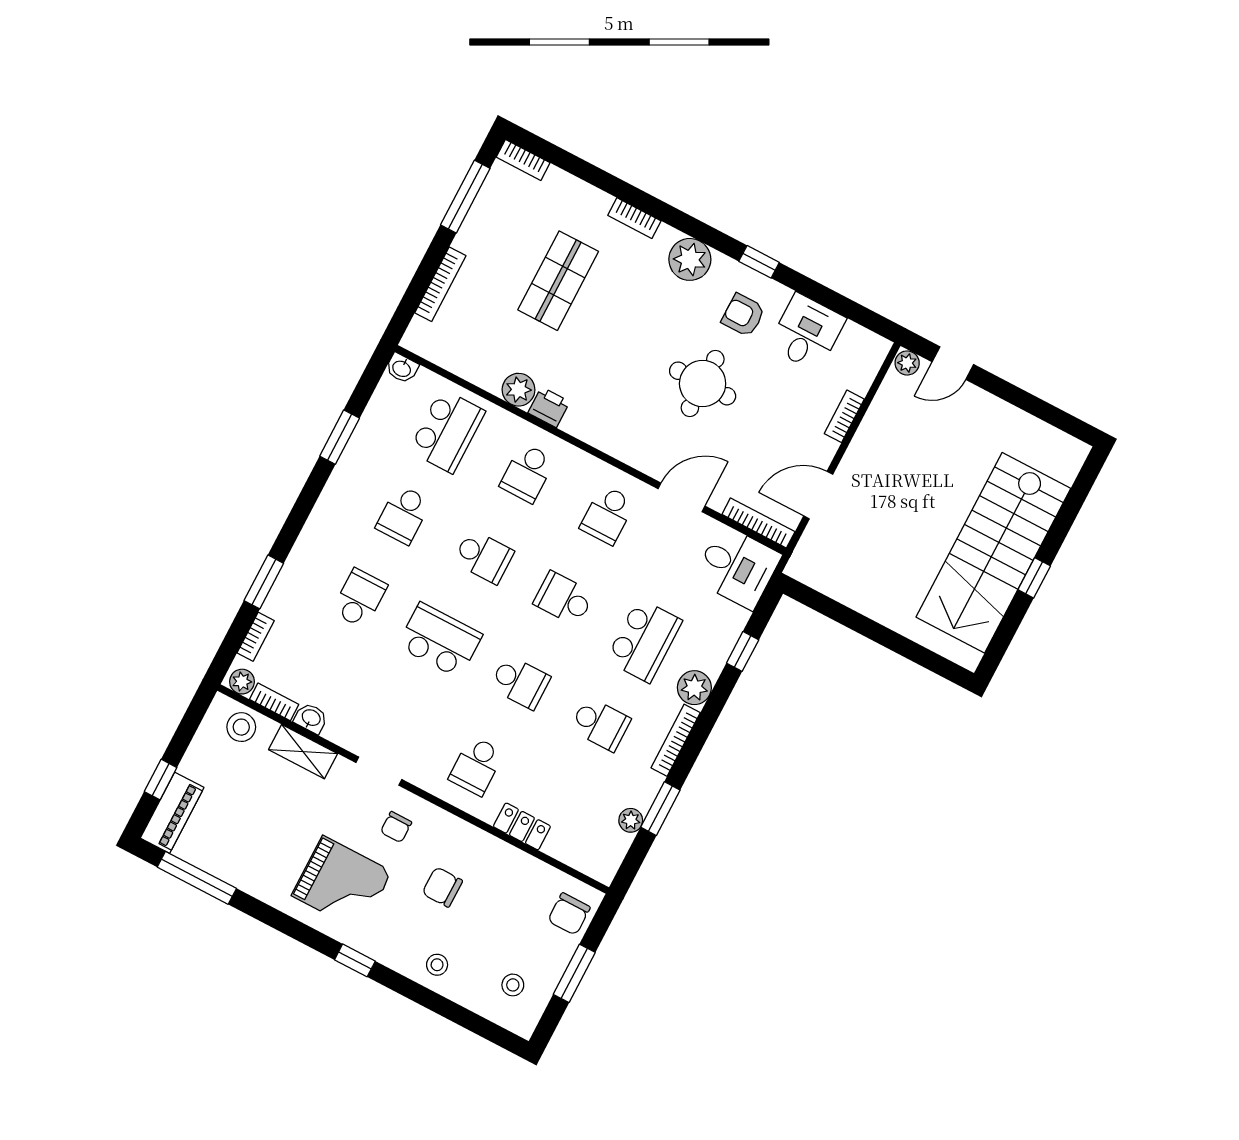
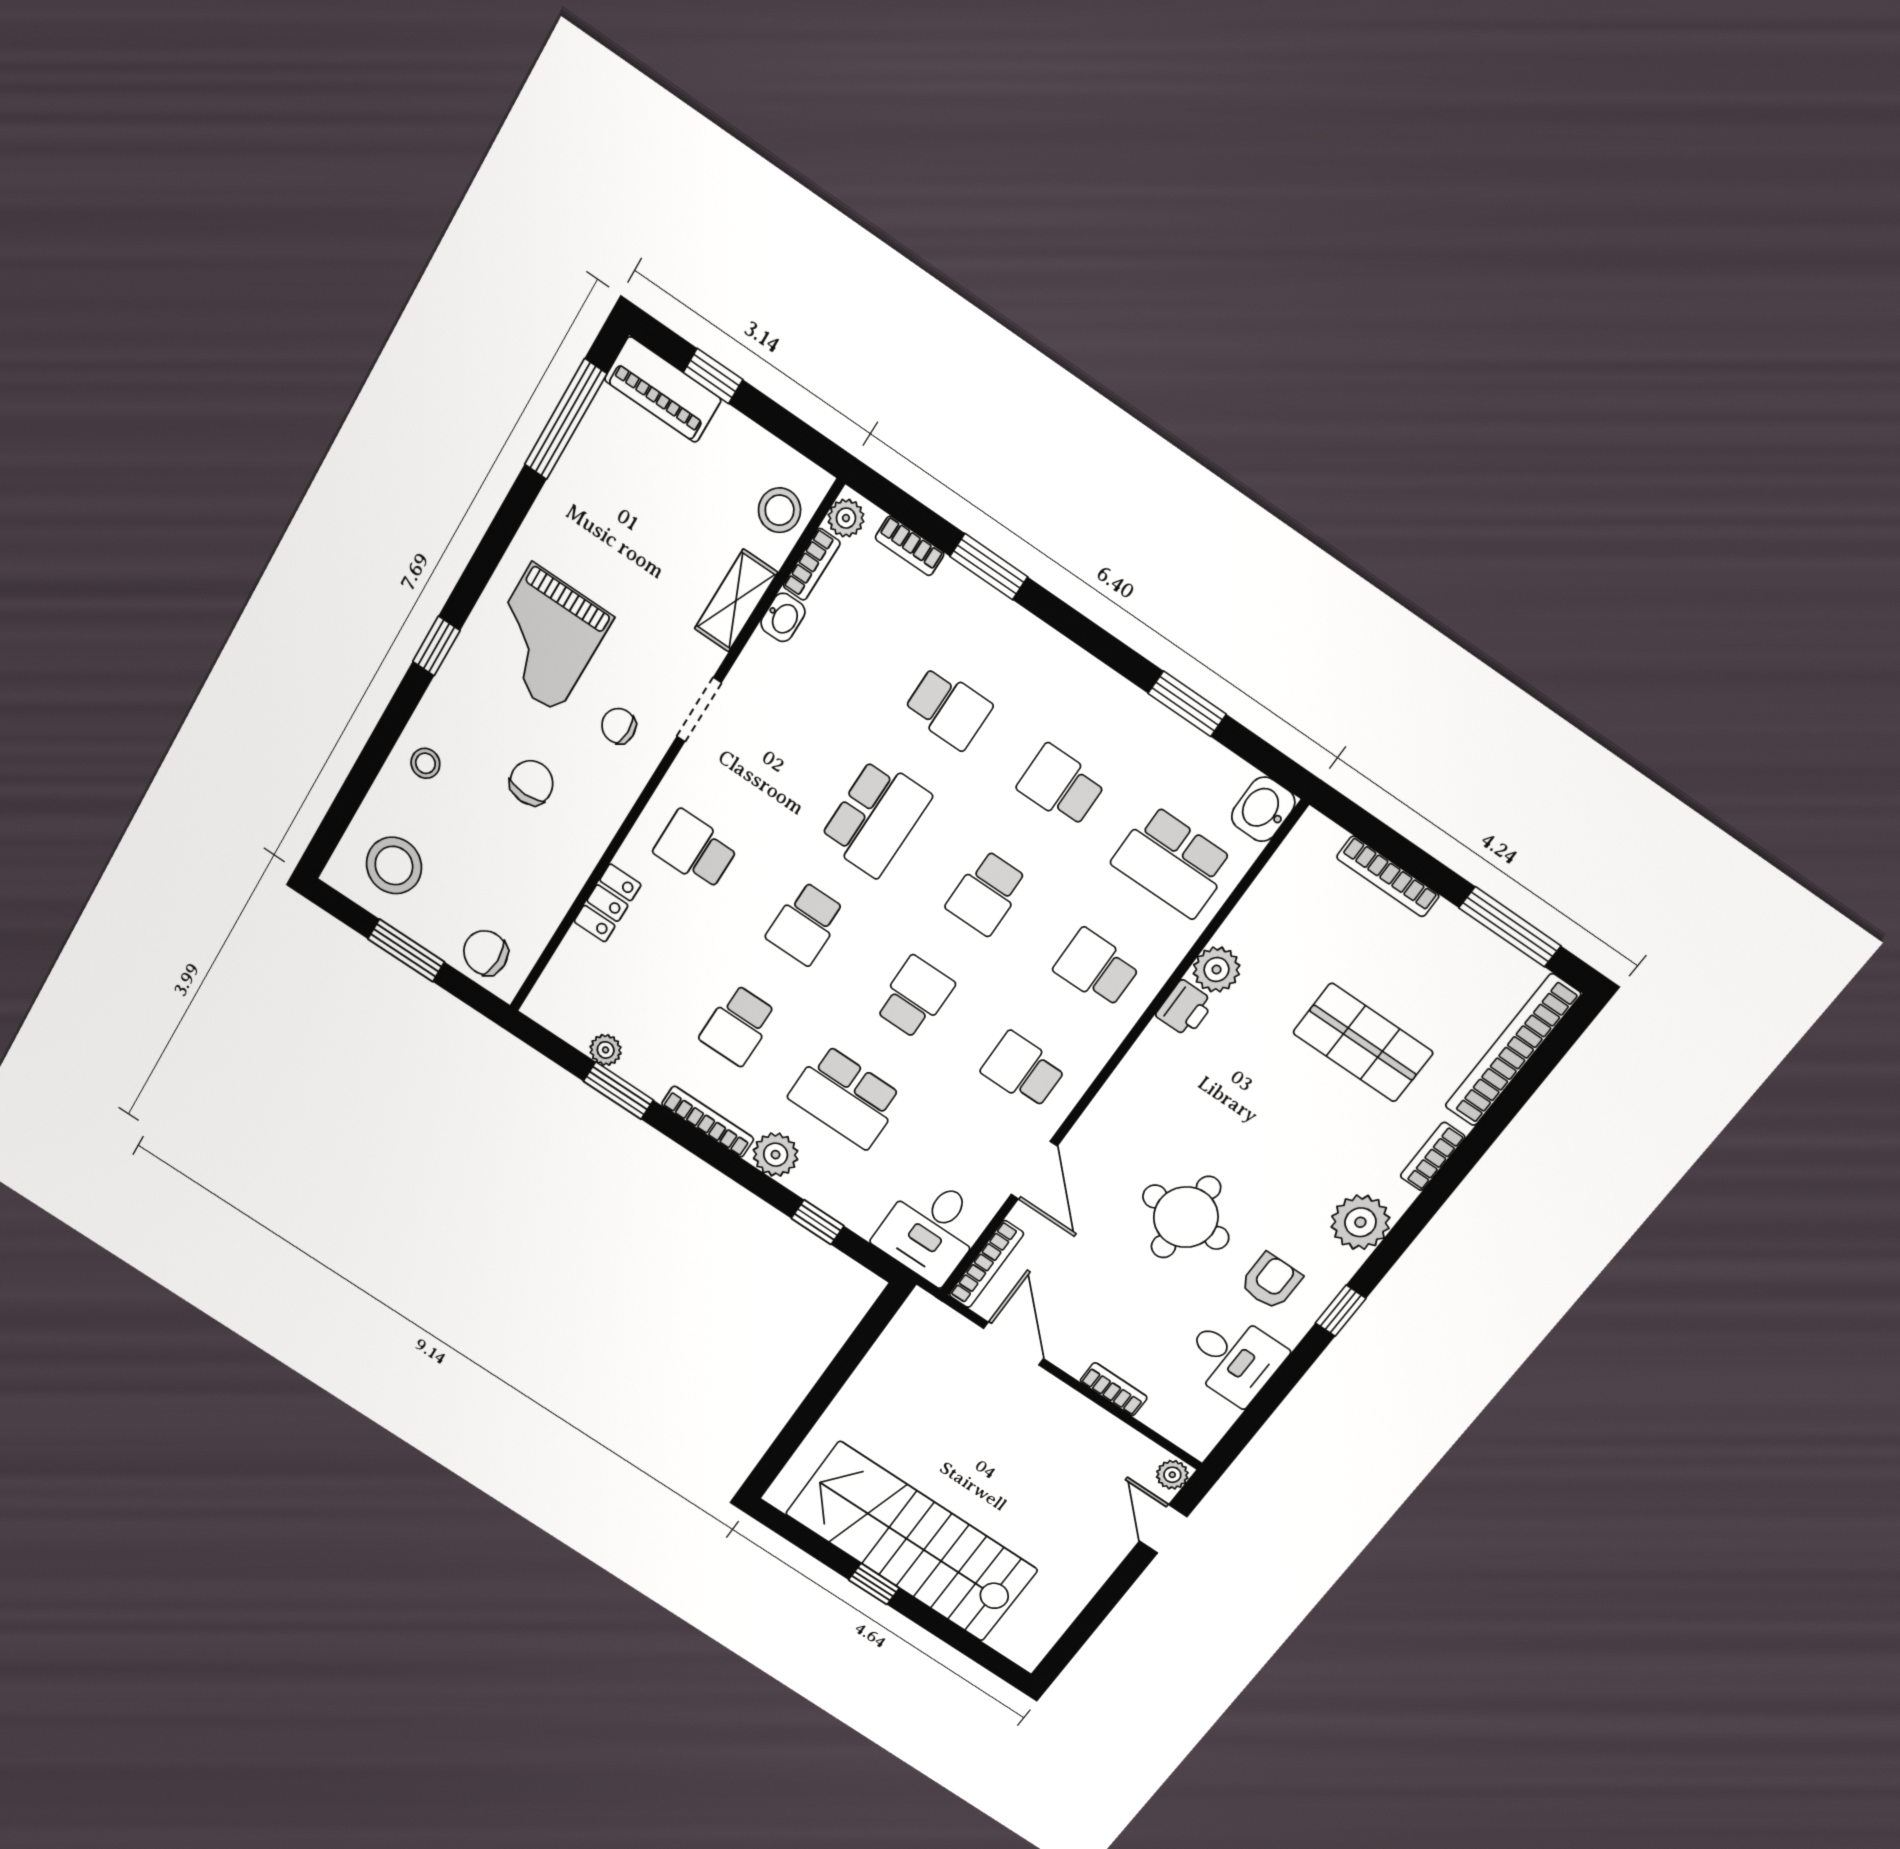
bookcase: (523, 160) -> (1513, 1050), width x2.31, depth x1.31
washbasin: (402, 368) -> (1263, 809), width x1.38, depth x1.45
stool: (513, 985) -> (394, 866), width x1.89, depth x1.89

